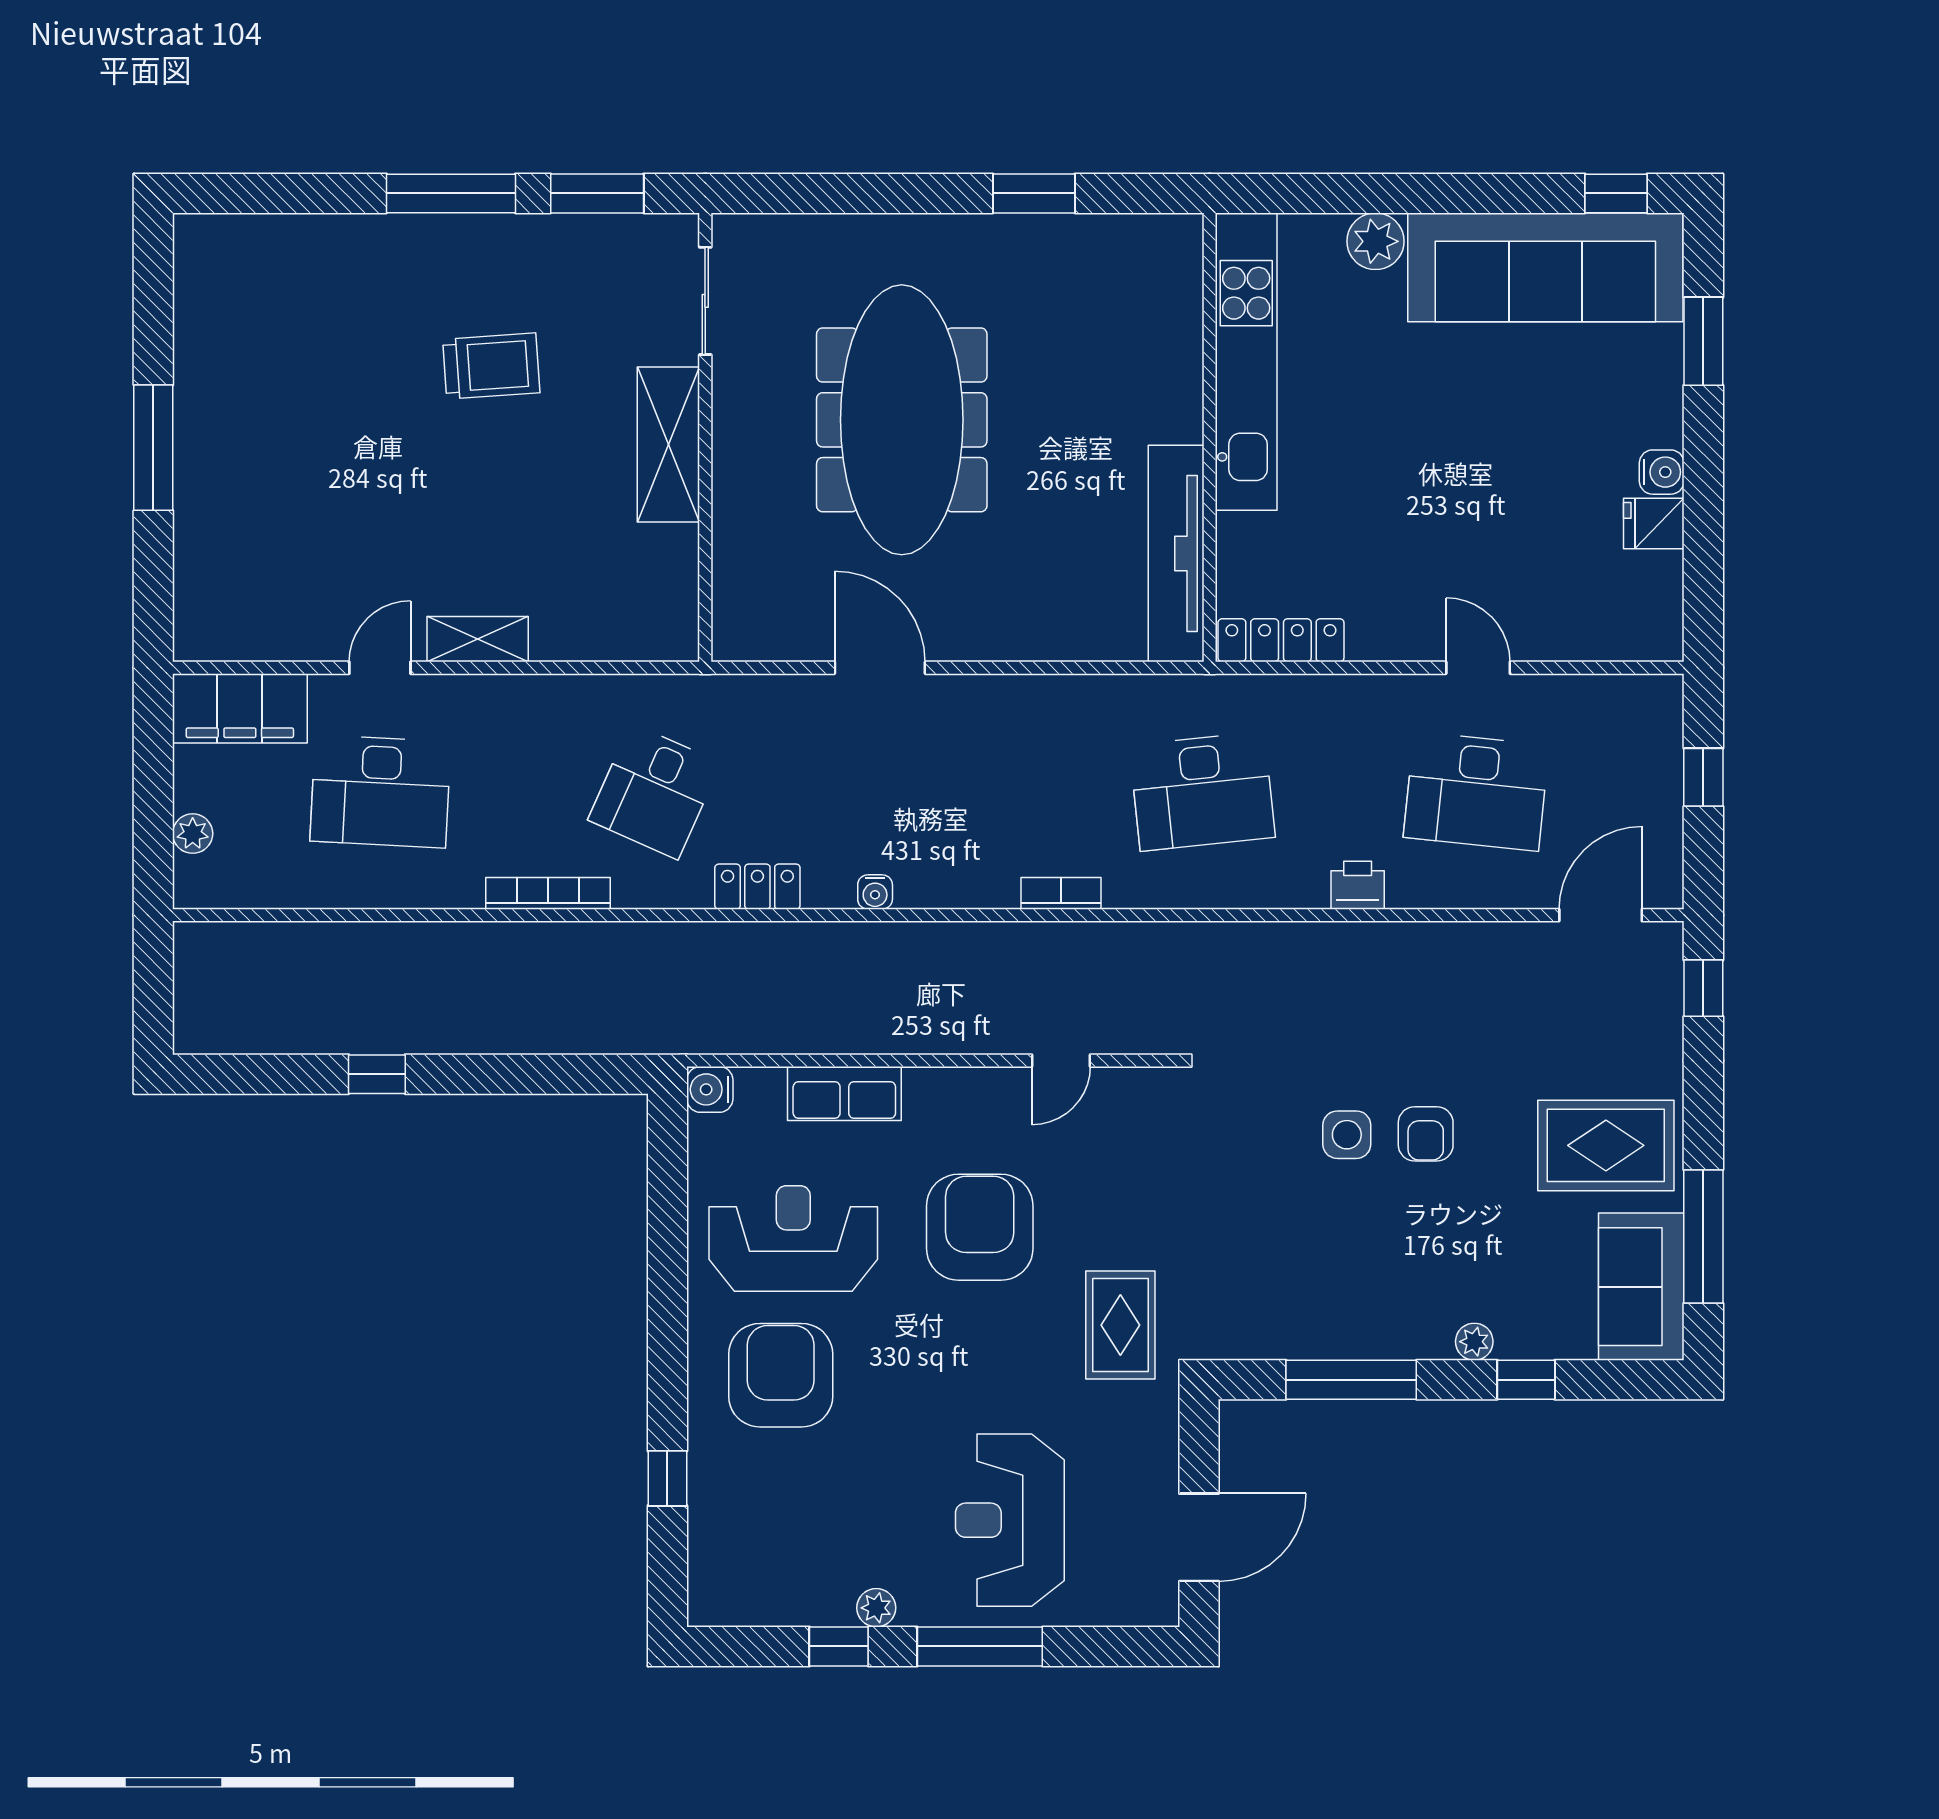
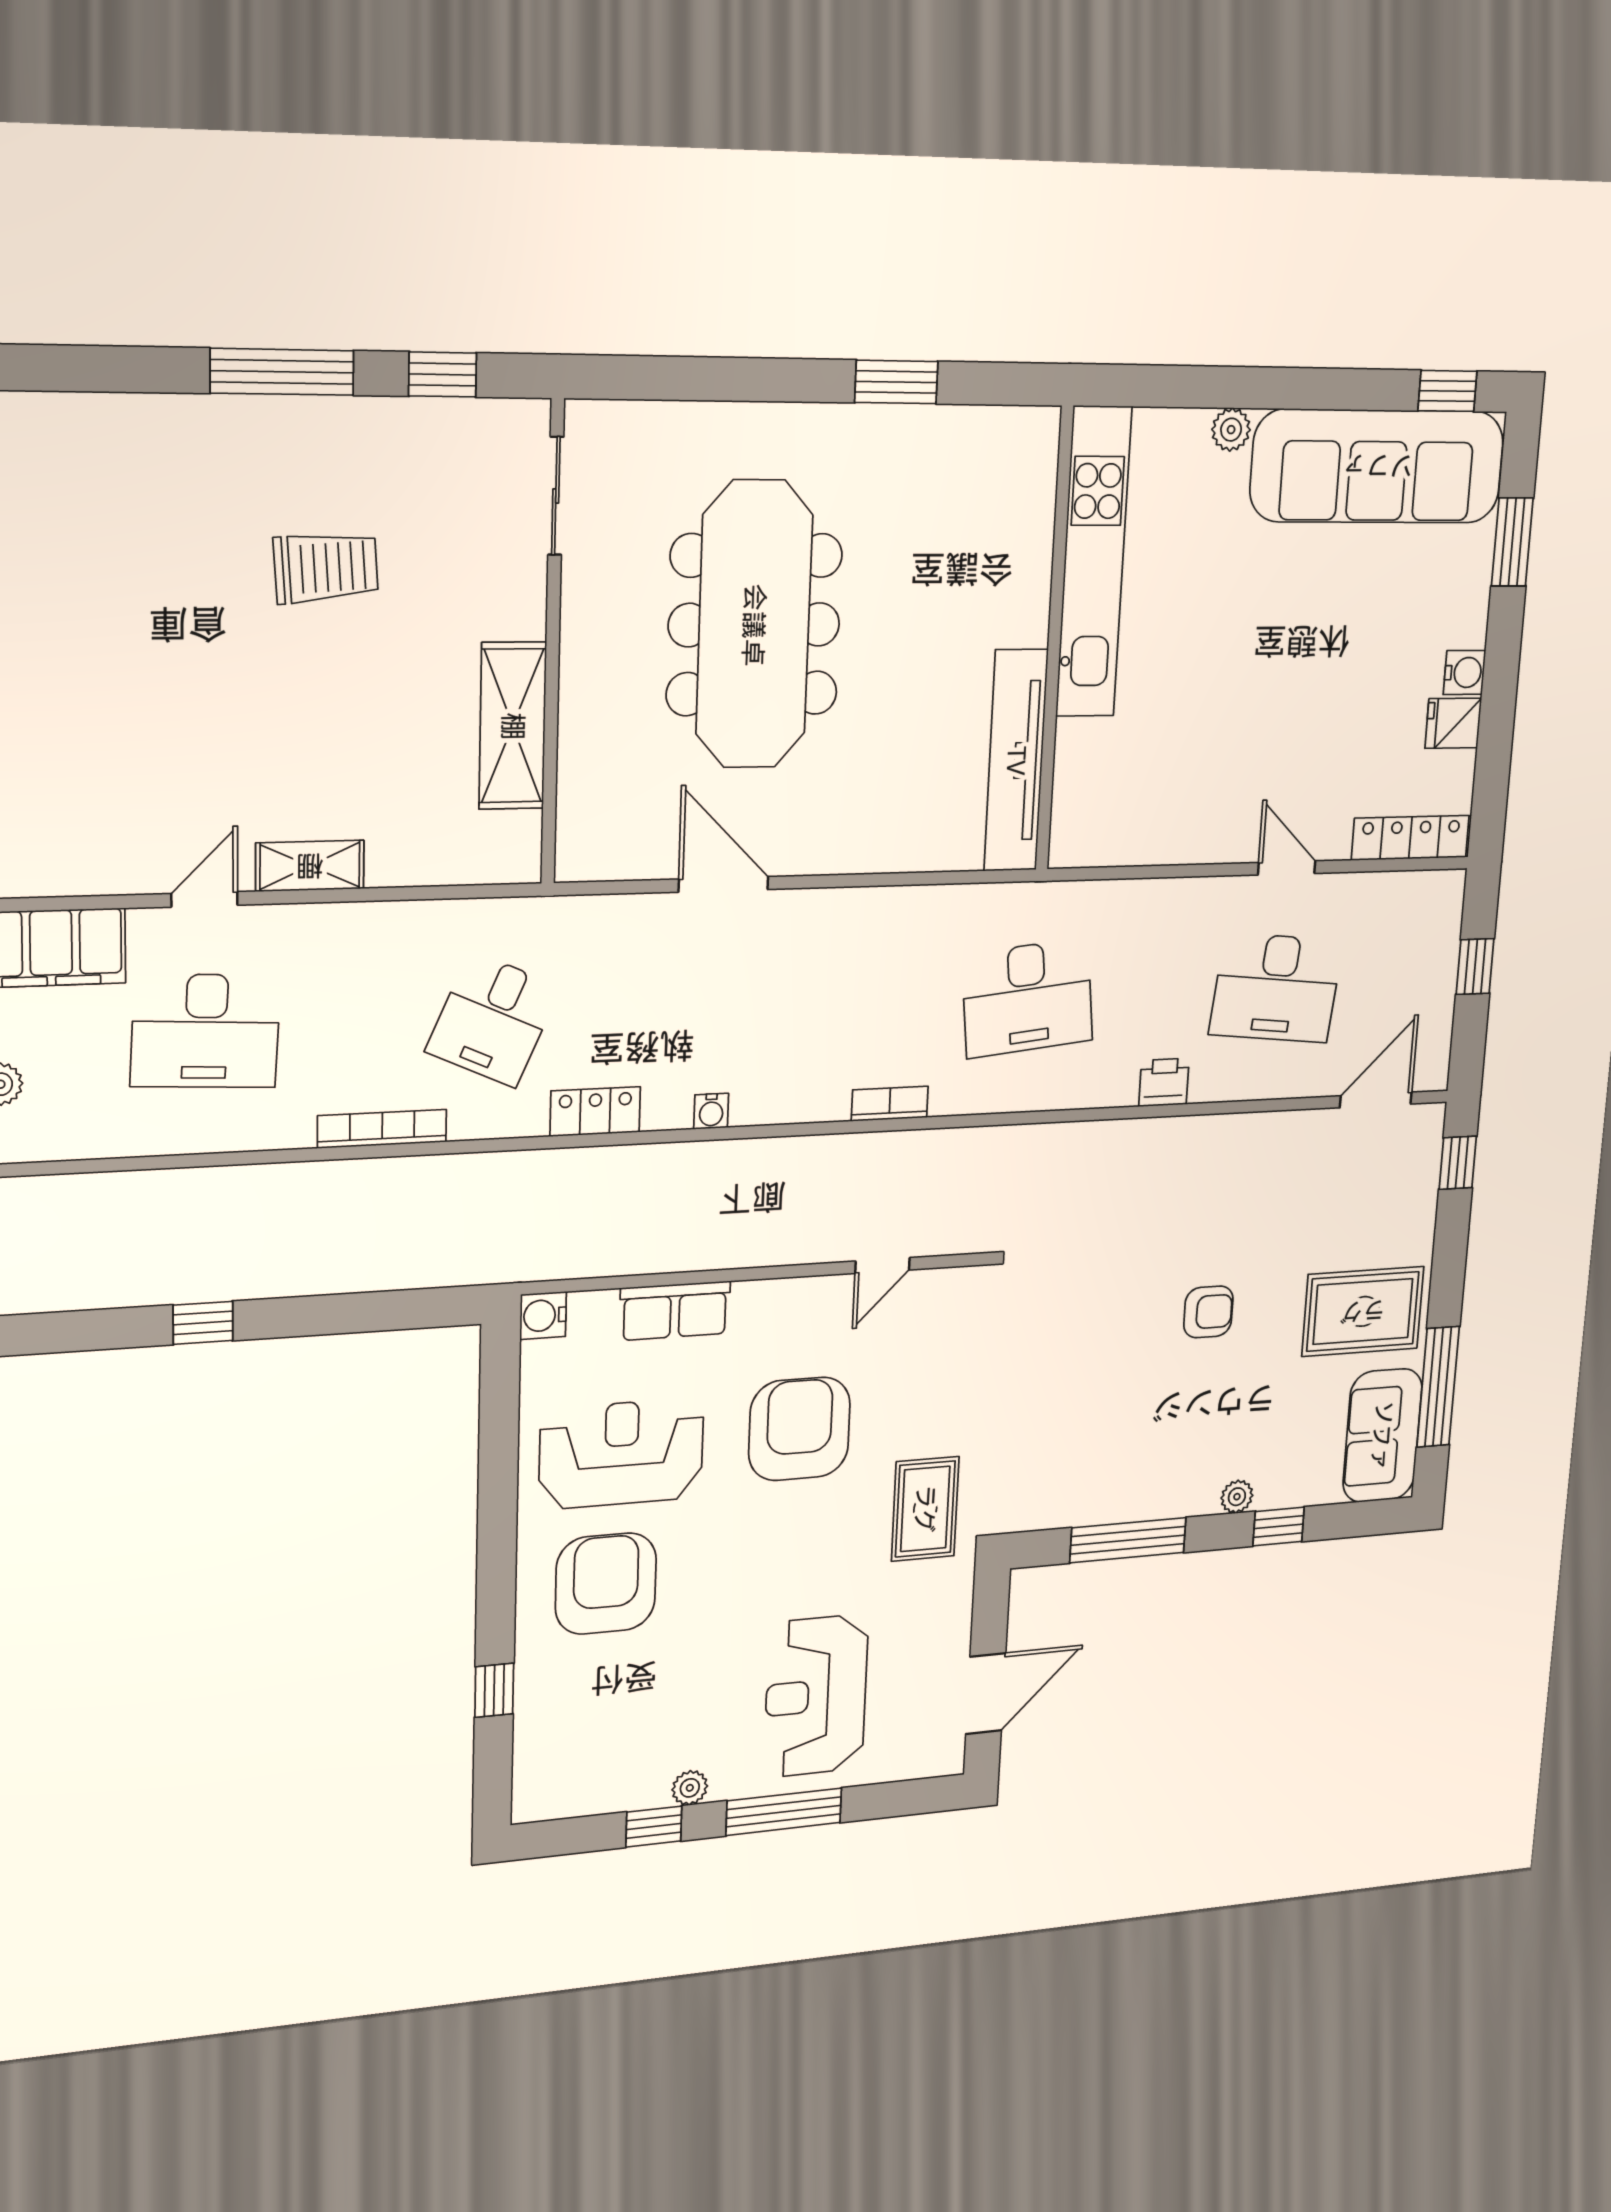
window: (597, 193) -> (443, 374), width x0.67
plant: (1376, 241) -> (1231, 430), width x0.73, depth x0.73
shelving: (668, 444) -> (513, 726), moved
locker: (1281, 640) -> (1410, 838), moved
armchair: (1426, 1134) -> (1208, 1312), turned -90
side table: (1347, 1135) -> (1139, 1318), removed

